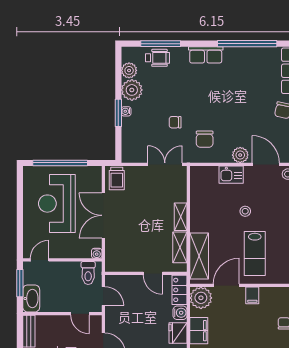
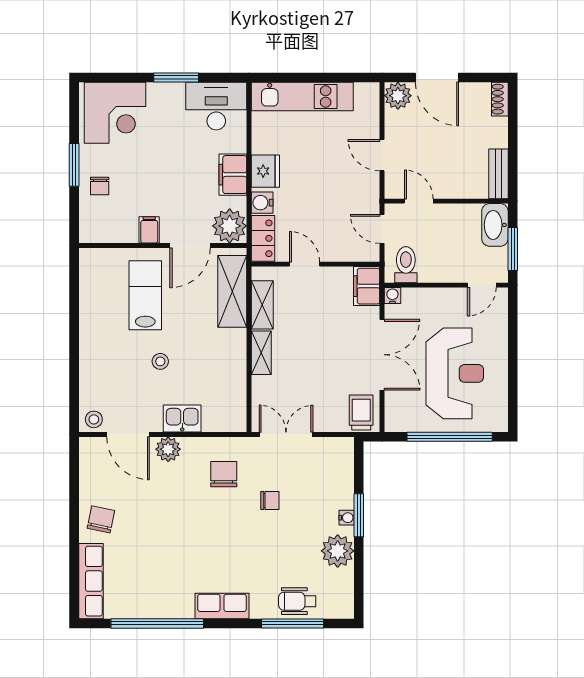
plant: (129, 70) -> (342, 582), removed
double door: (165, 164) -> (286, 434), swing flipped
filing cabinet: (113, 259) -> (367, 286), added

